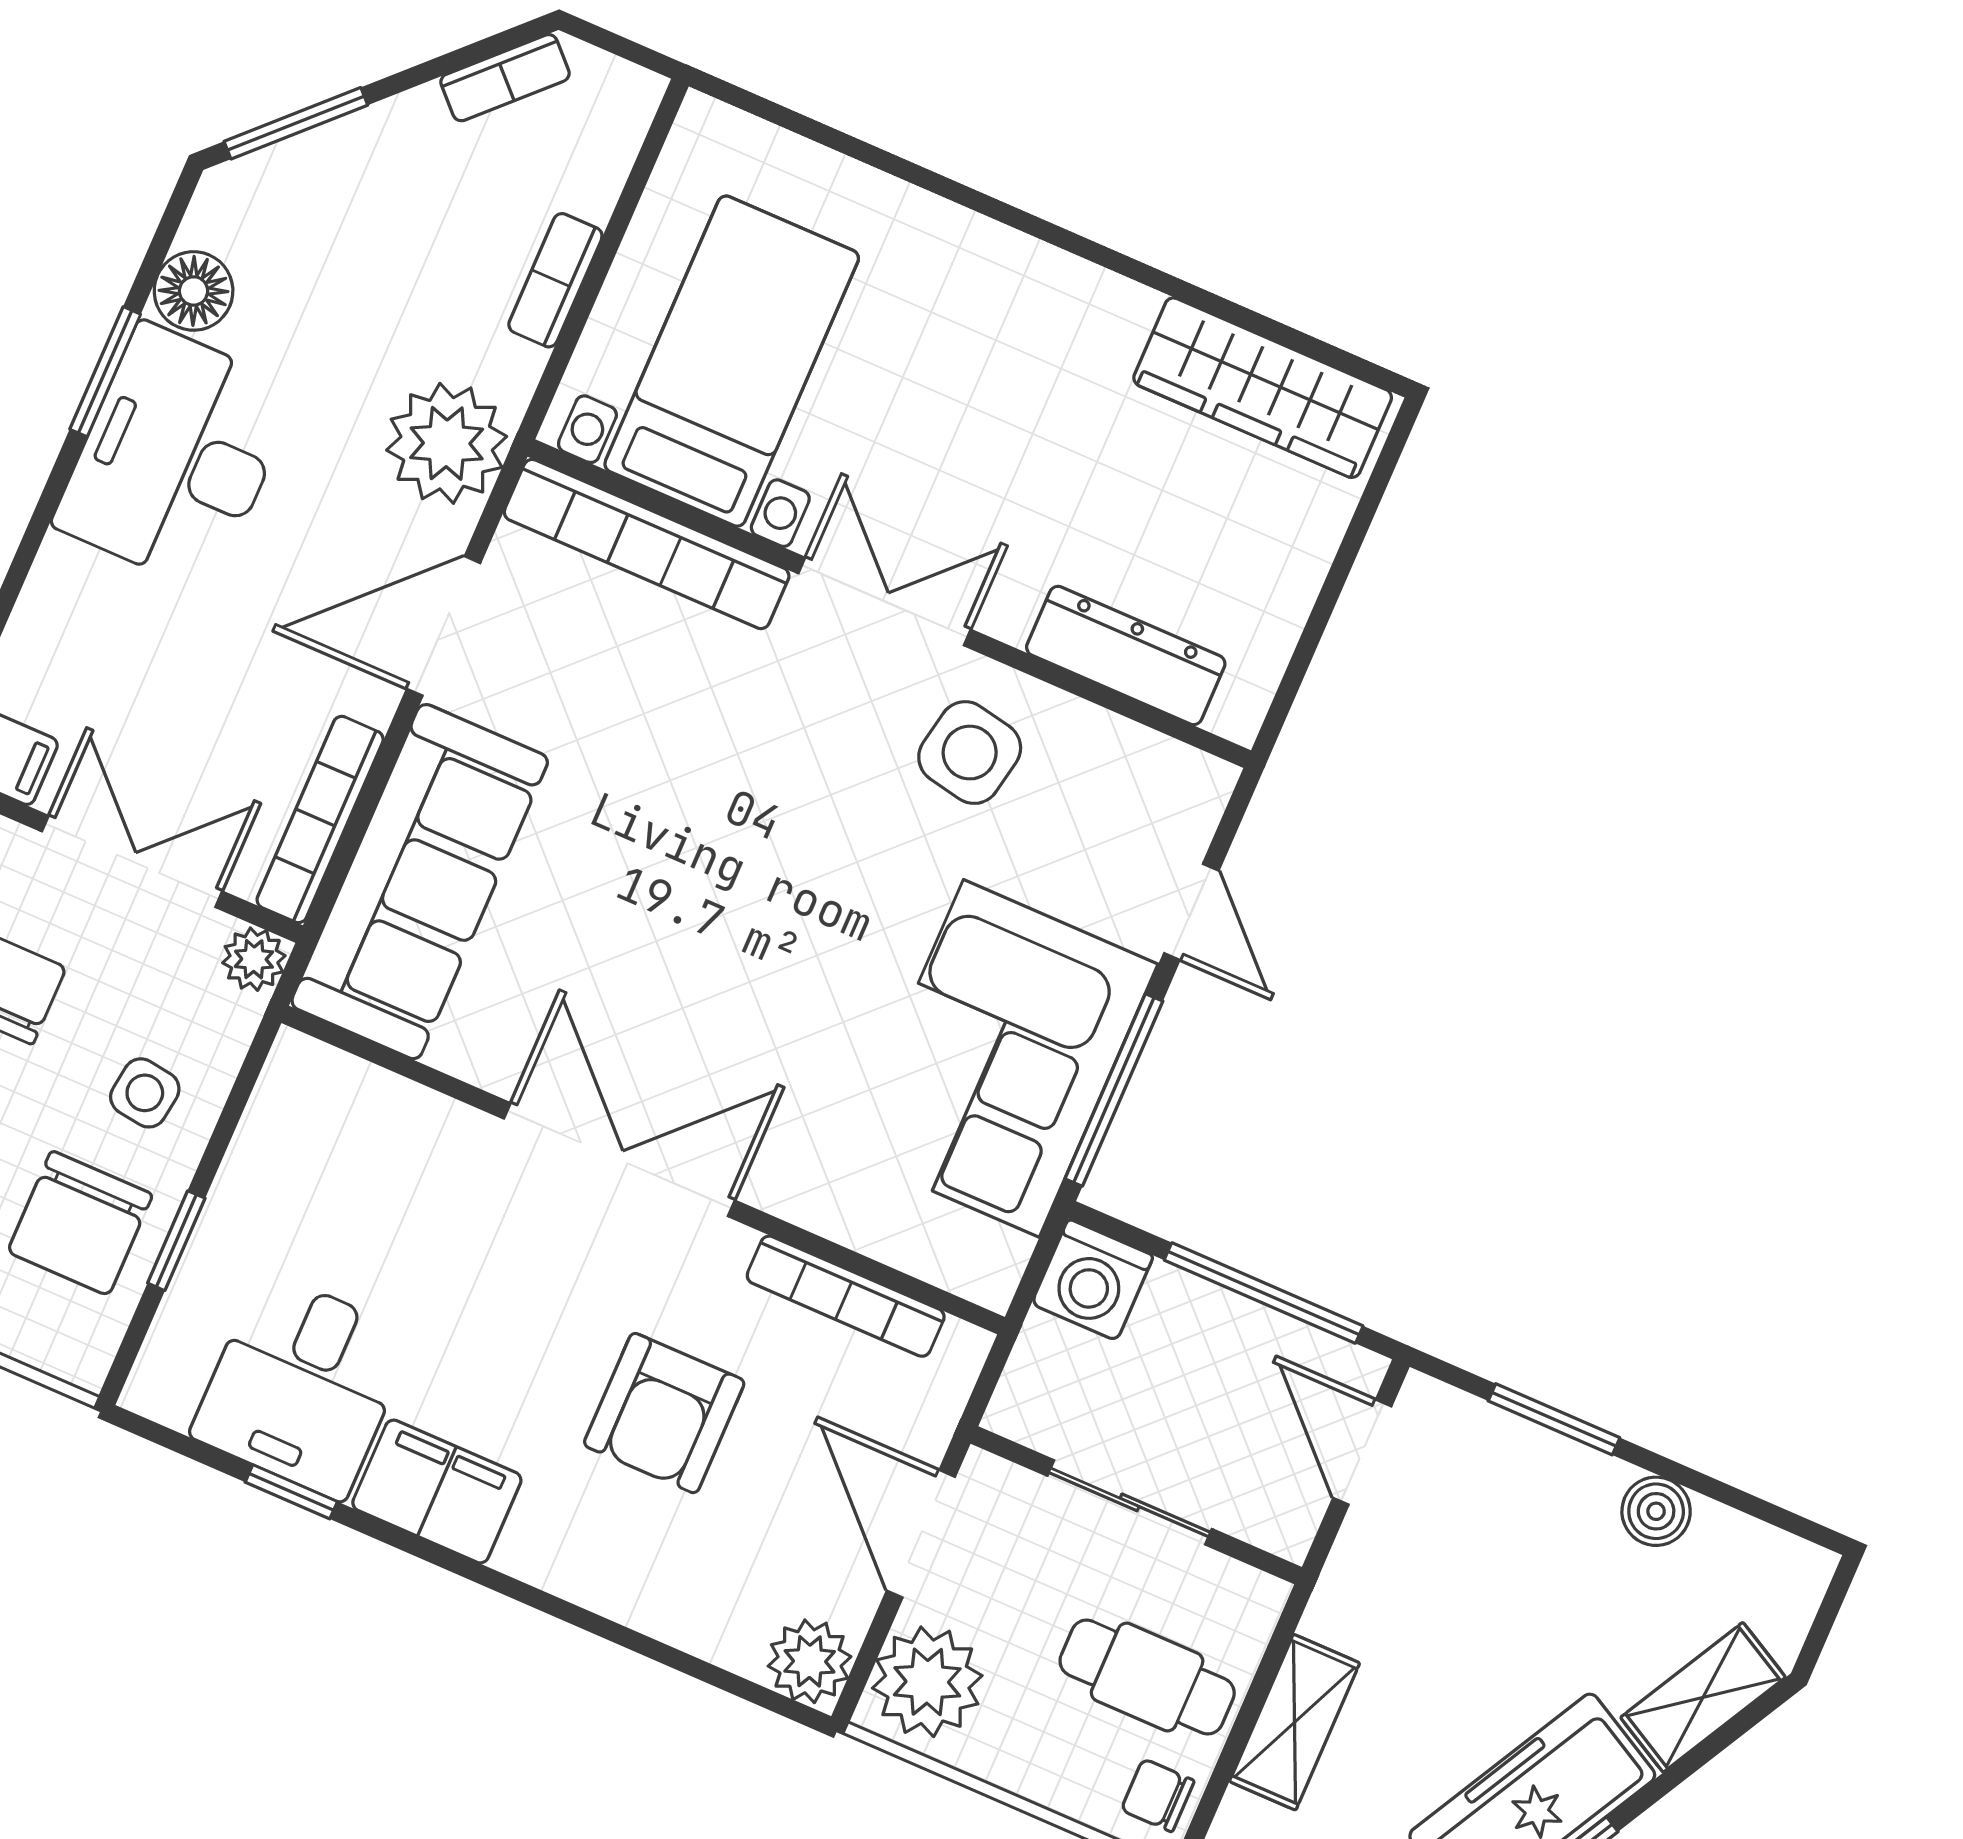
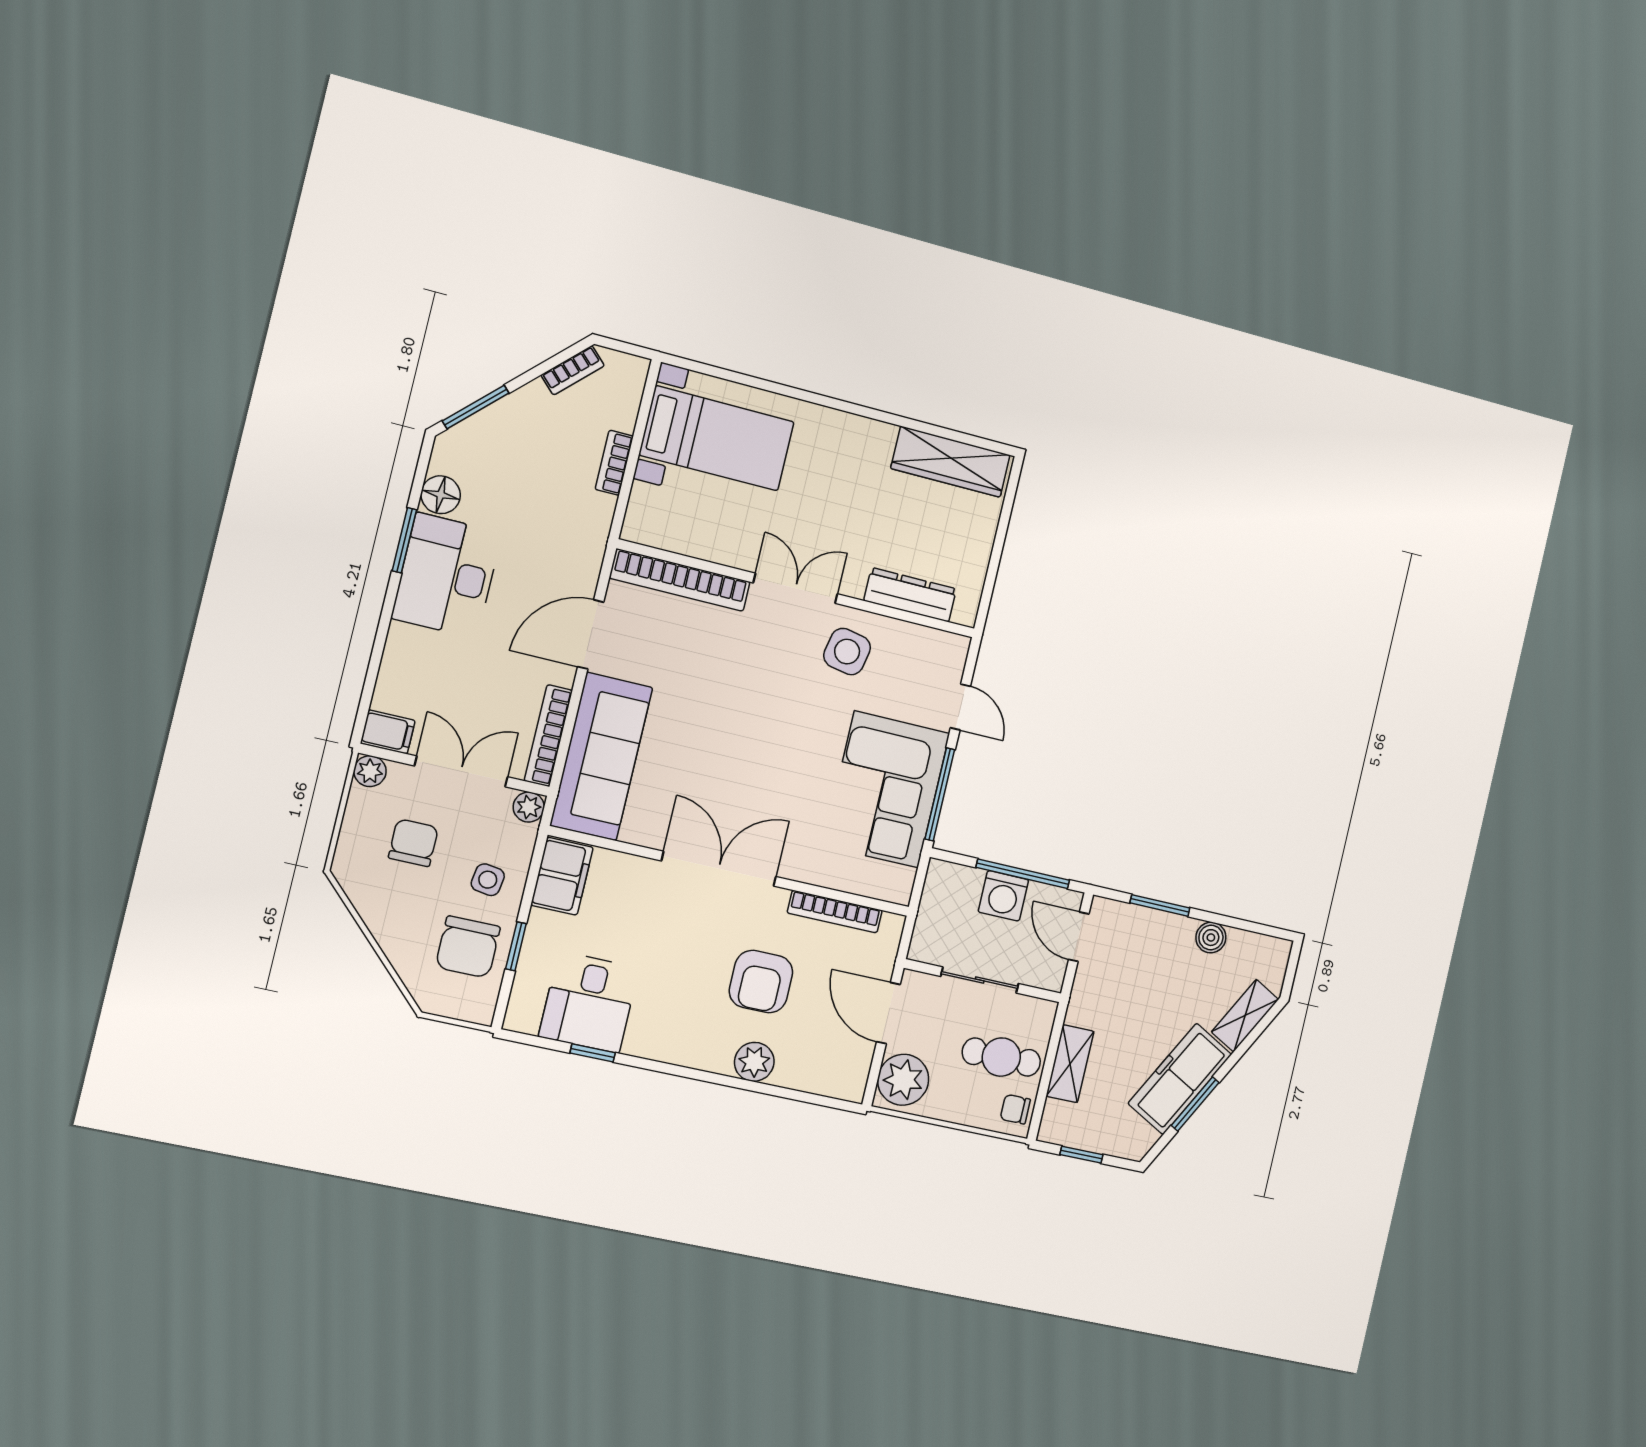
bed with nightstands: (732, 361) -> (717, 438), moved, turned 90
plant: (447, 443) -> (576, 548), removed
washing machine: (1093, 1280) -> (1003, 896), moved
filing cabinet: (437, 1492) -> (562, 876), moved, turned 90
plant: (810, 1661) -> (754, 1062), moved

